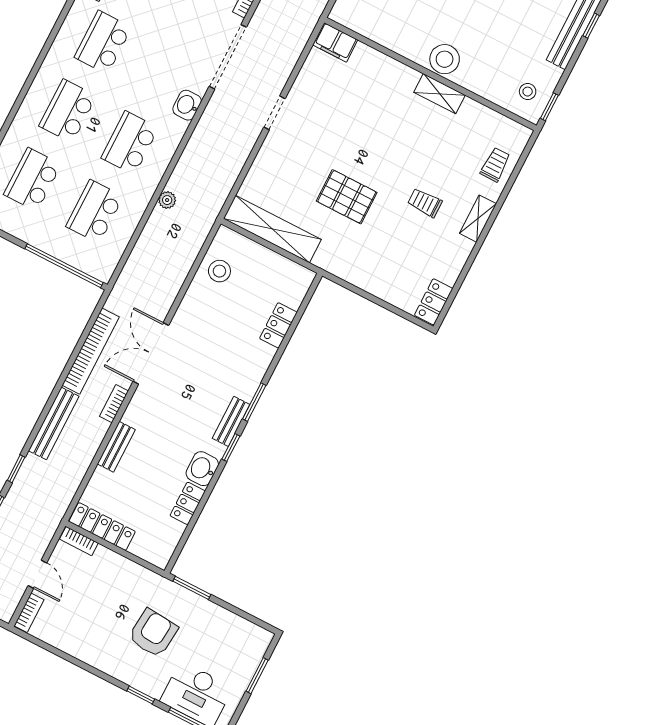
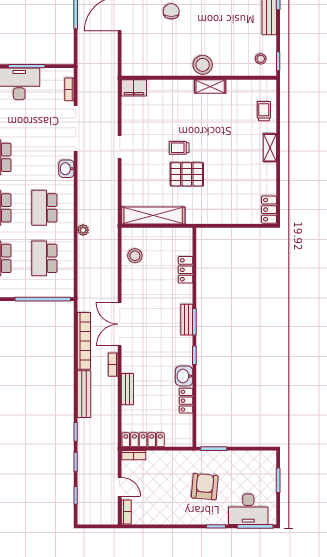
trolley: (425, 203) -> (179, 148), moved
bench: (231, 421) -> (187, 320), moved

